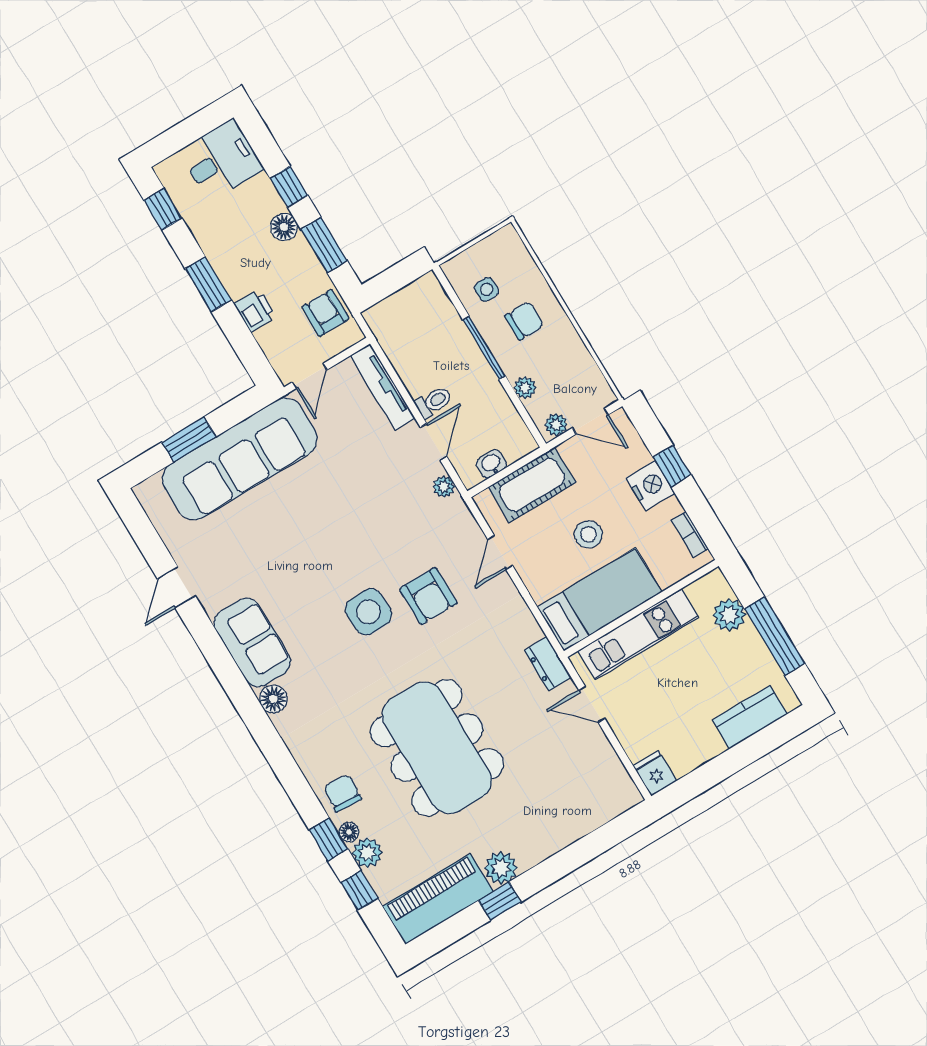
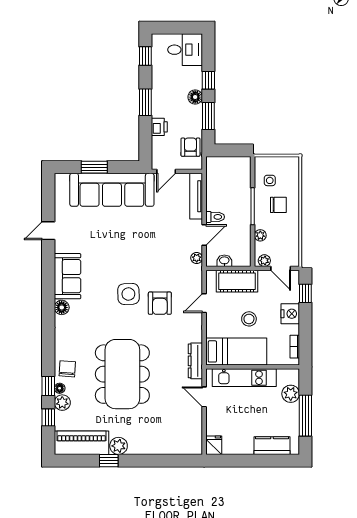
window: (672, 466) -> (305, 293), moved
dresser: (548, 664) -> (195, 361), width x1.44

